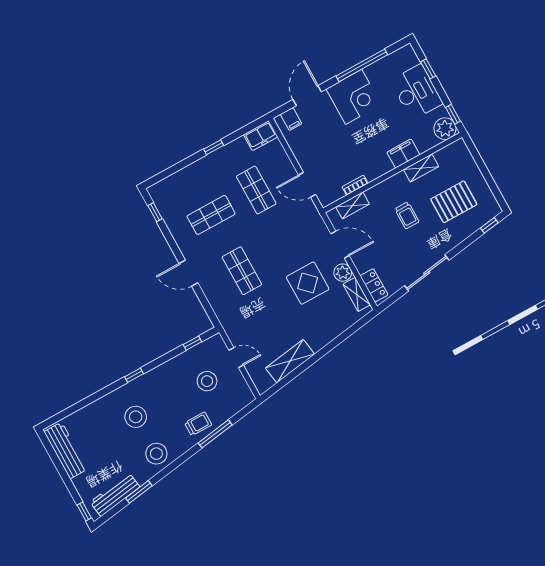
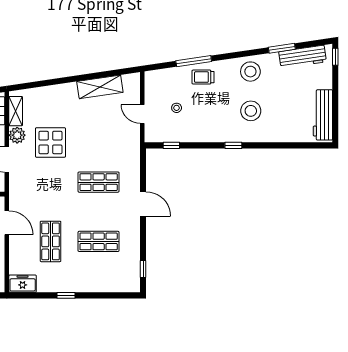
shop shelf: (242, 271) -> (99, 182), turned 90
stool: (207, 381) -> (177, 108), width x0.53, depth x0.53

